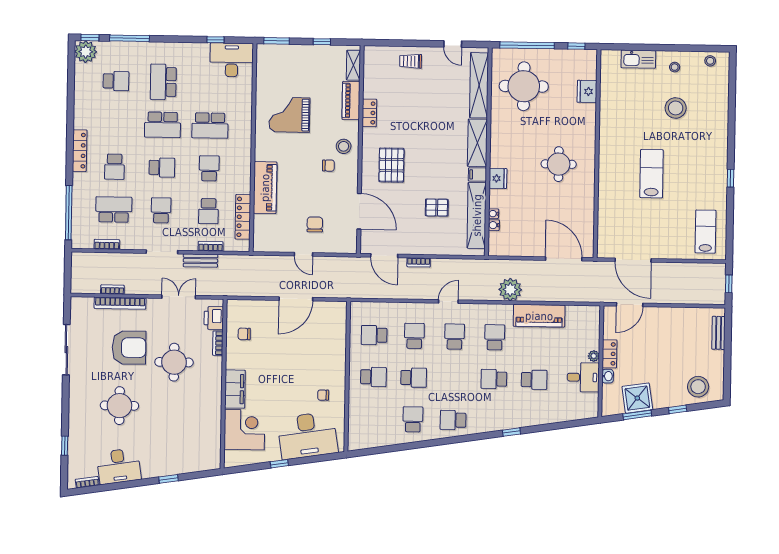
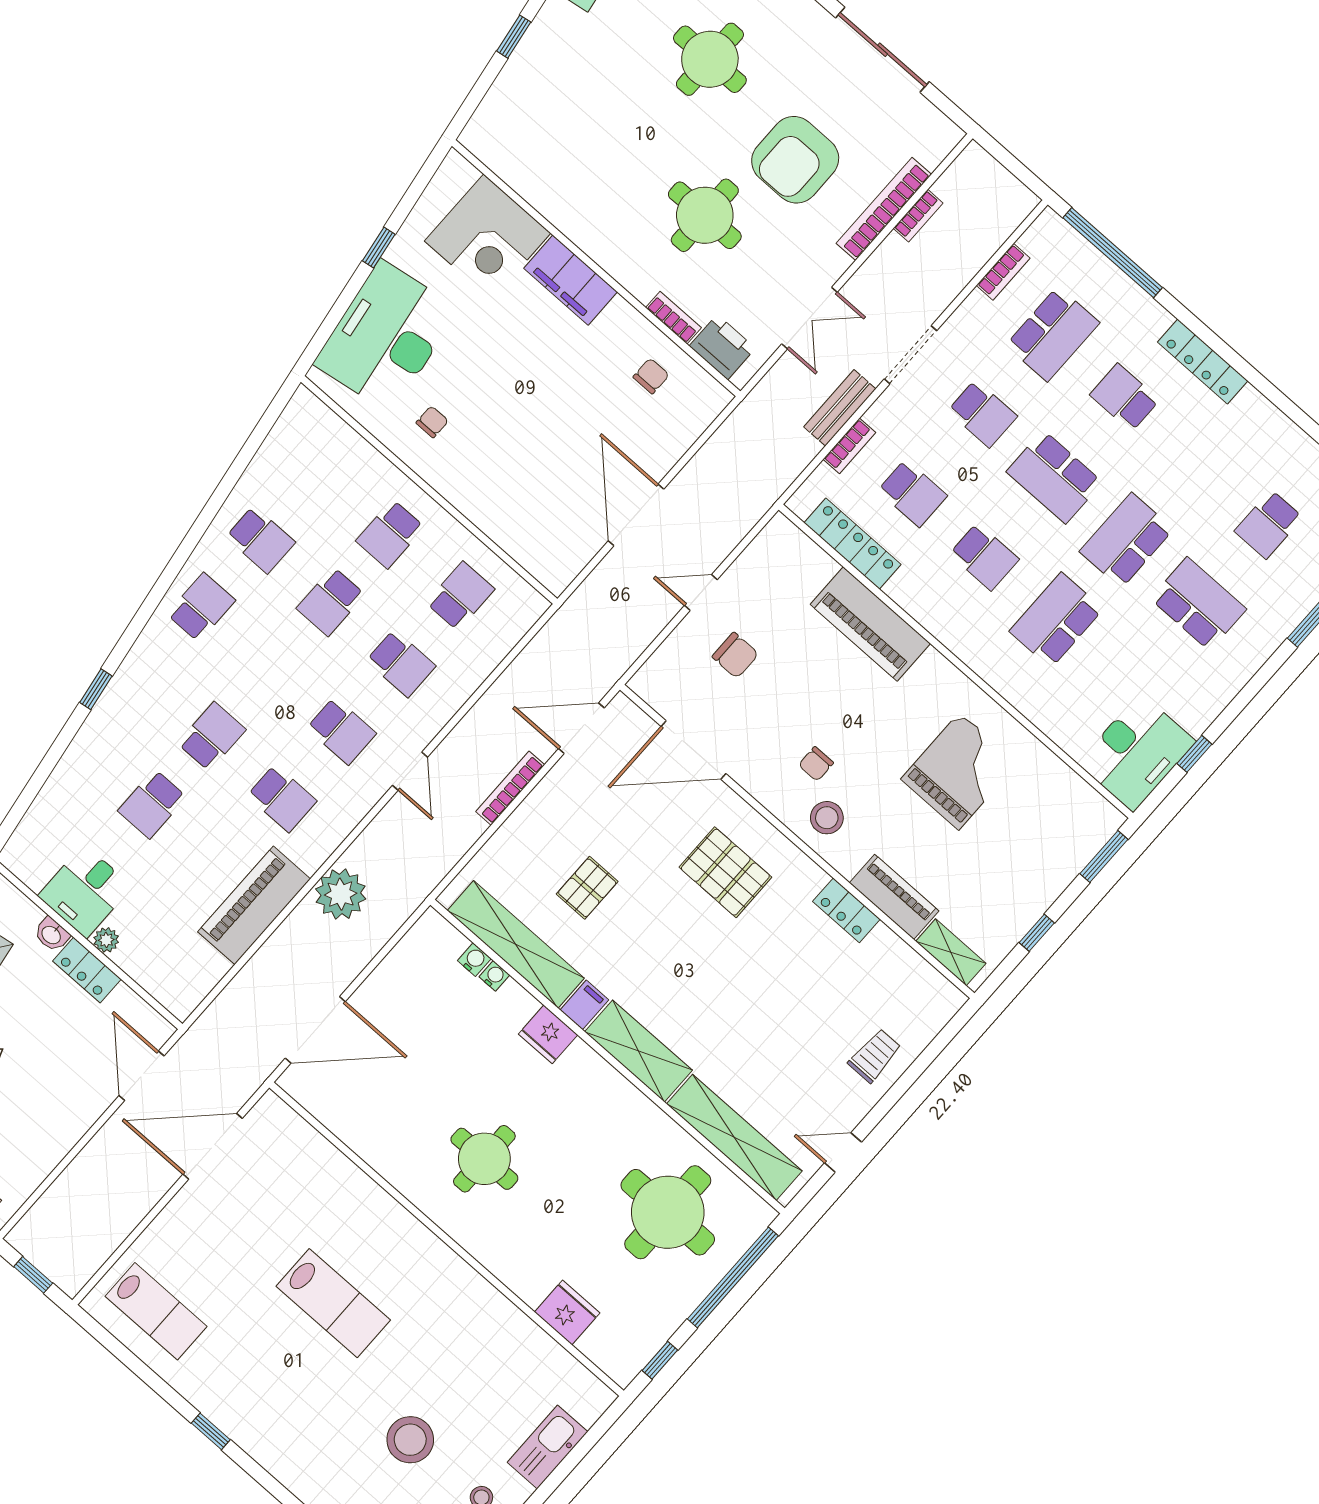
school desk: (162, 168) -> (1054, 477), width x1.85
school desk: (208, 211) -> (912, 493), turned 180
bookcase: (419, 262) -> (510, 788), width x1.56

